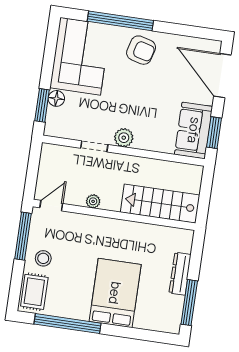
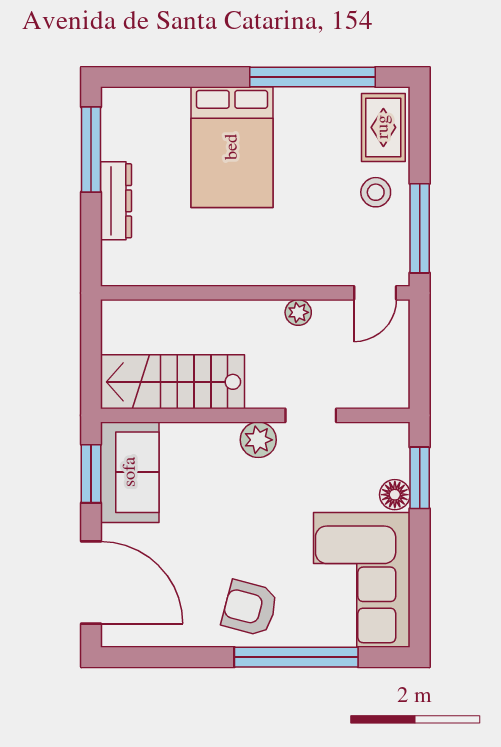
stairs: (160, 204) -> (172, 382), moved, turned 180

